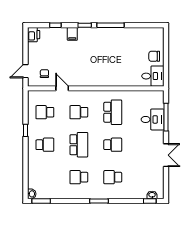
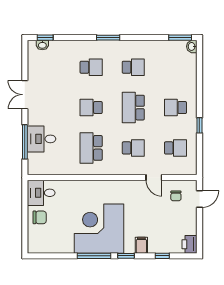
corner desk: (106, 47) -> (99, 229), added

